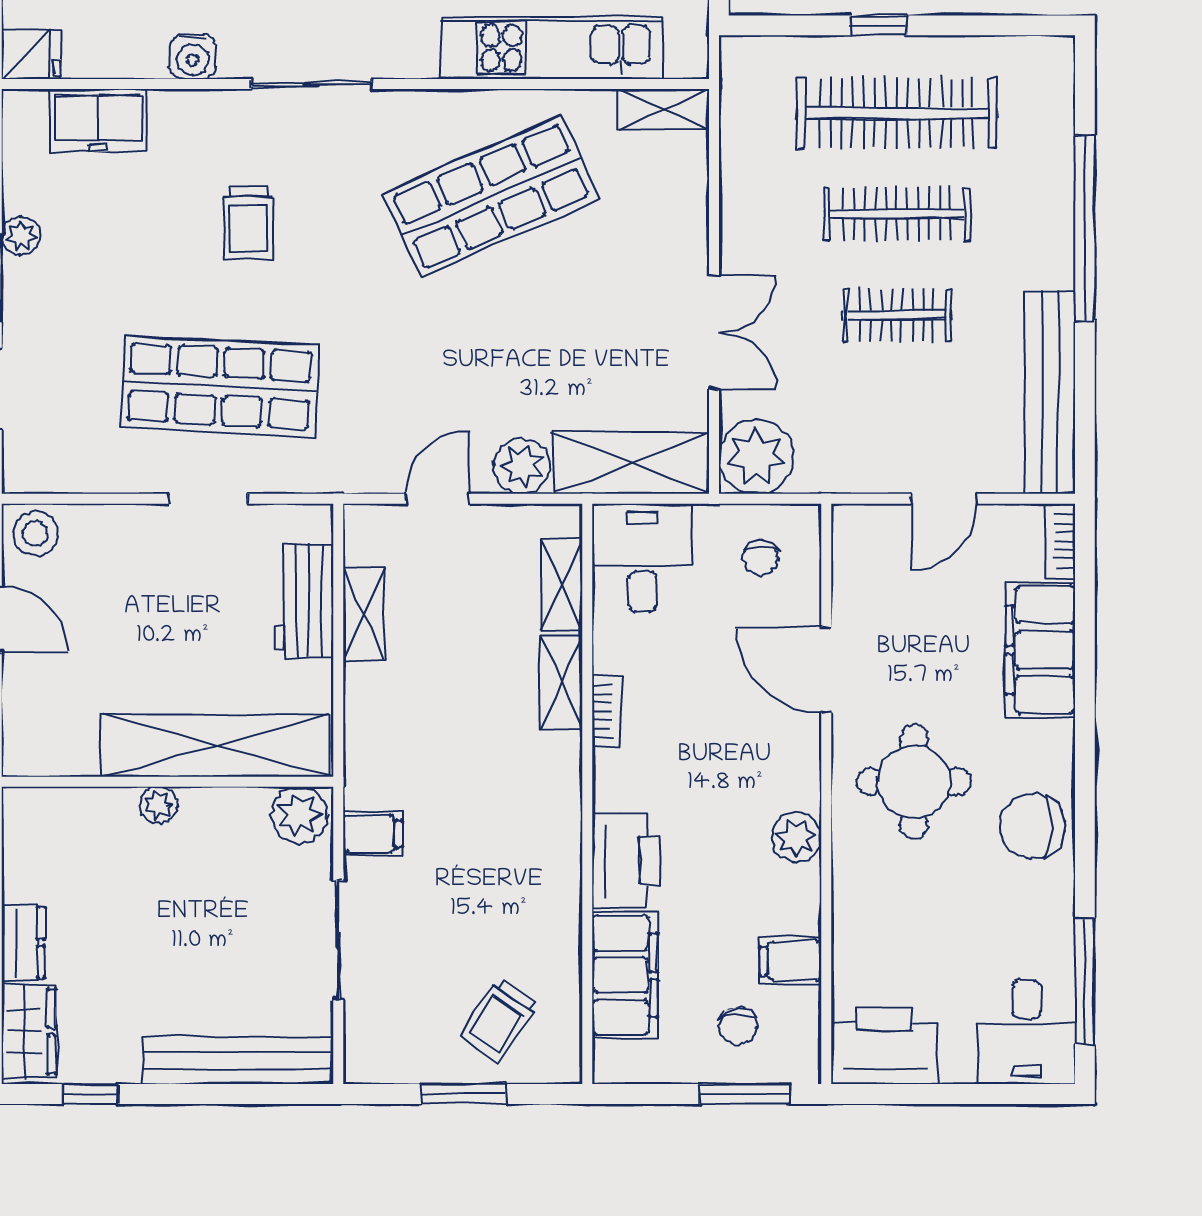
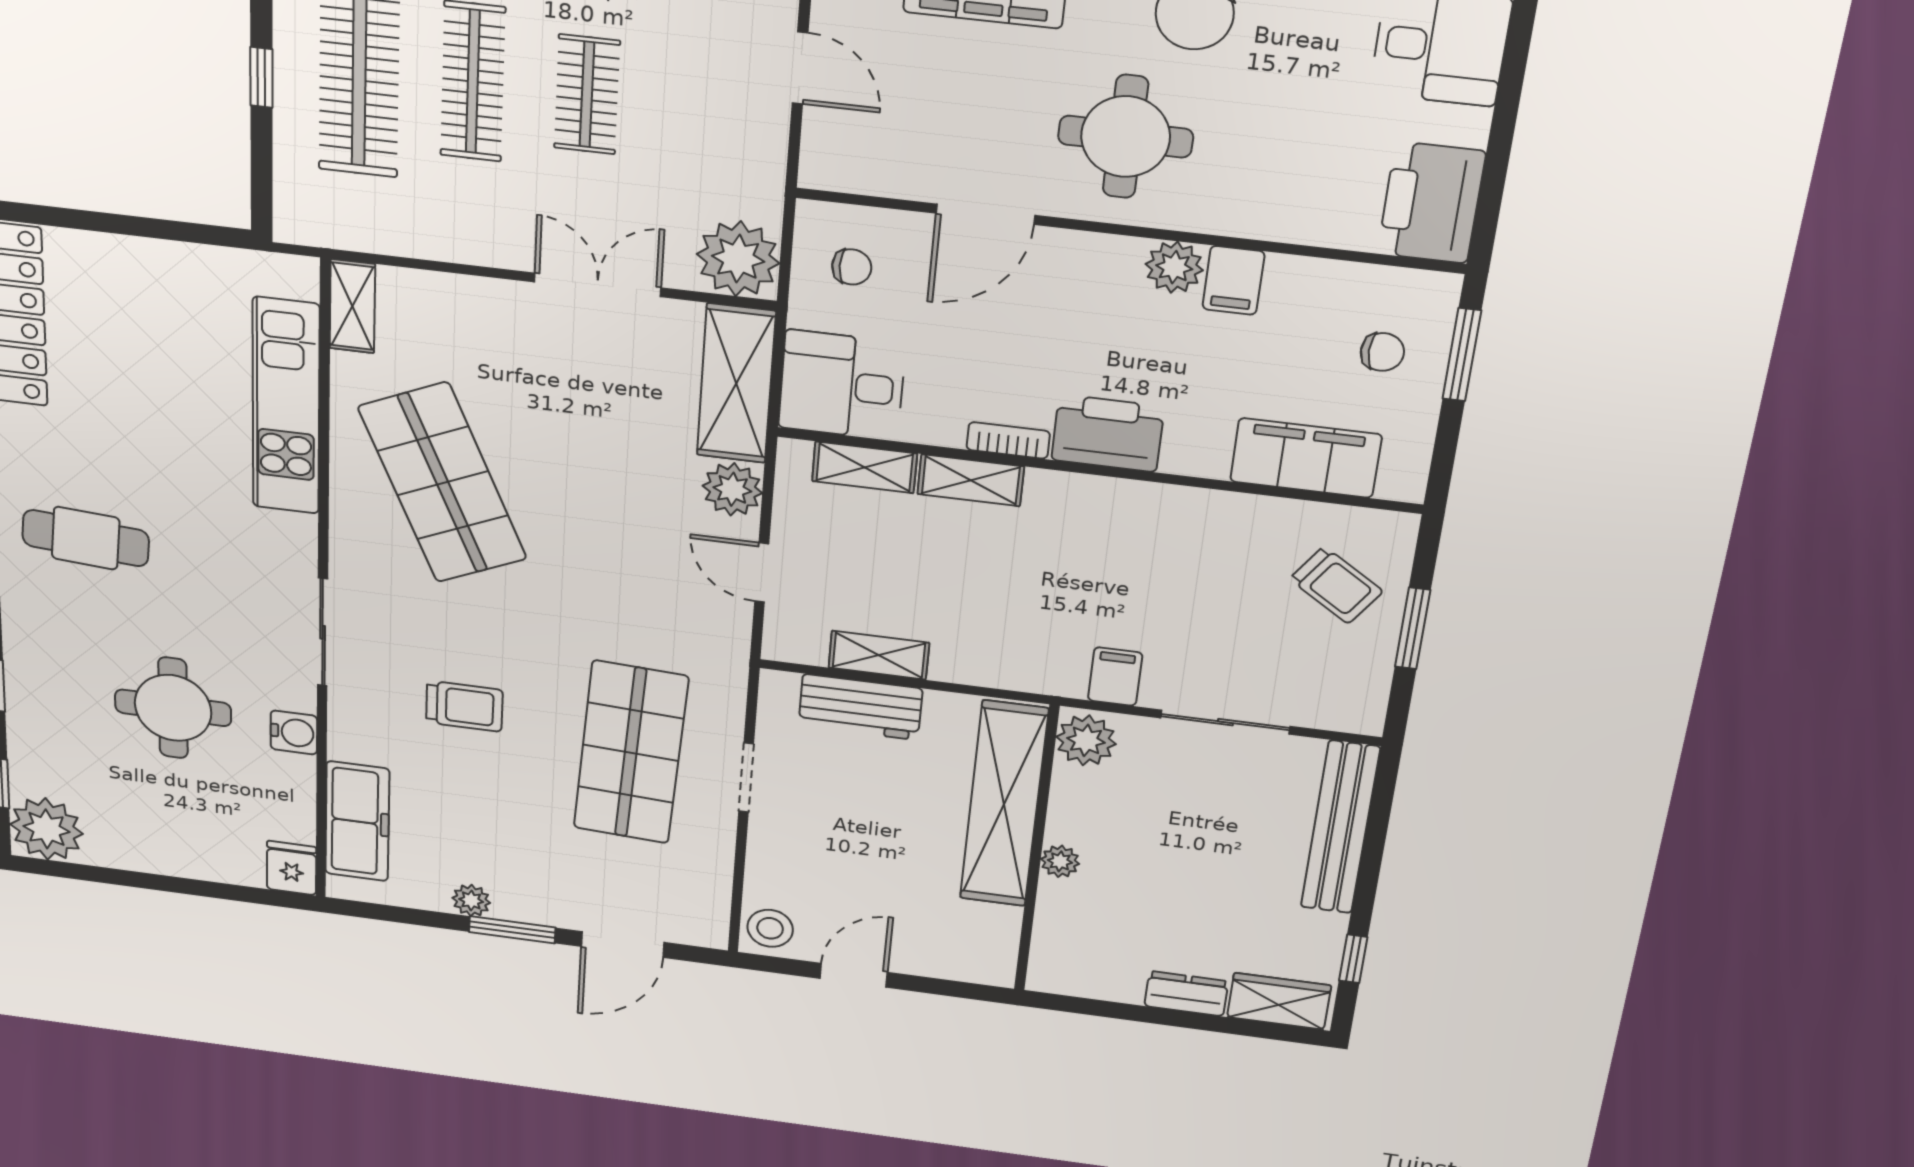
freezer: (98, 120) -> (357, 821), width x1.40
printer: (626, 861) -> (1108, 433), moved
filing cabinet: (790, 961) -> (1233, 280), moved

